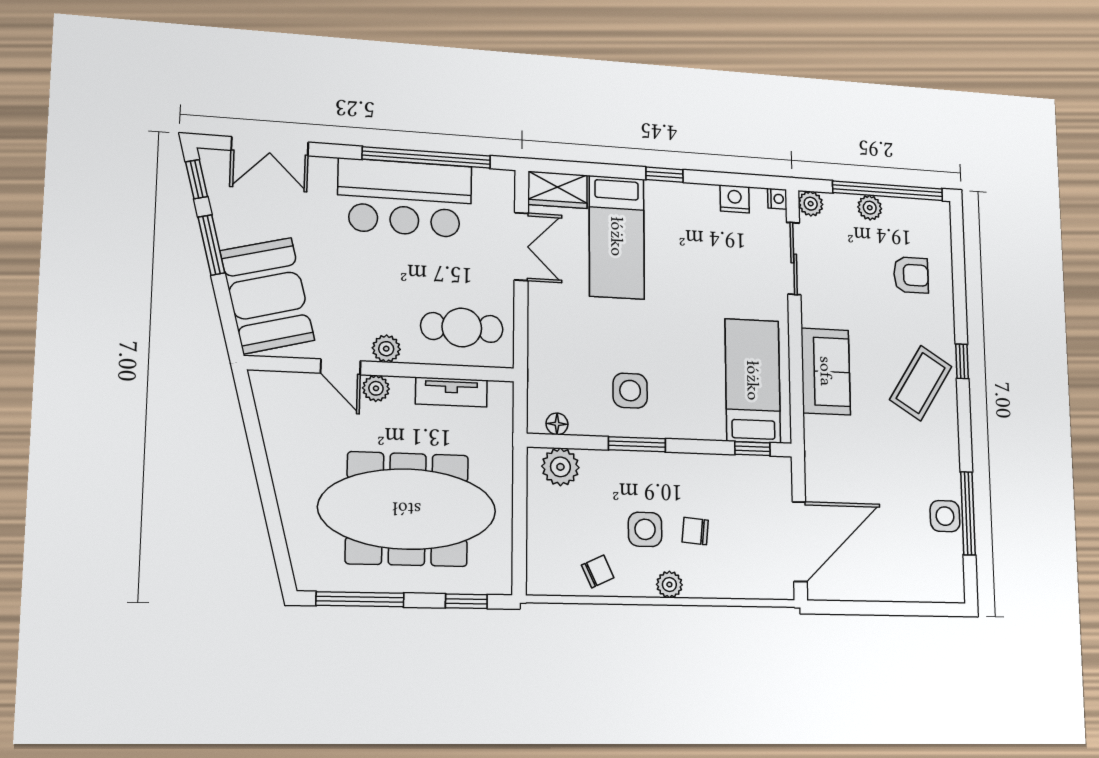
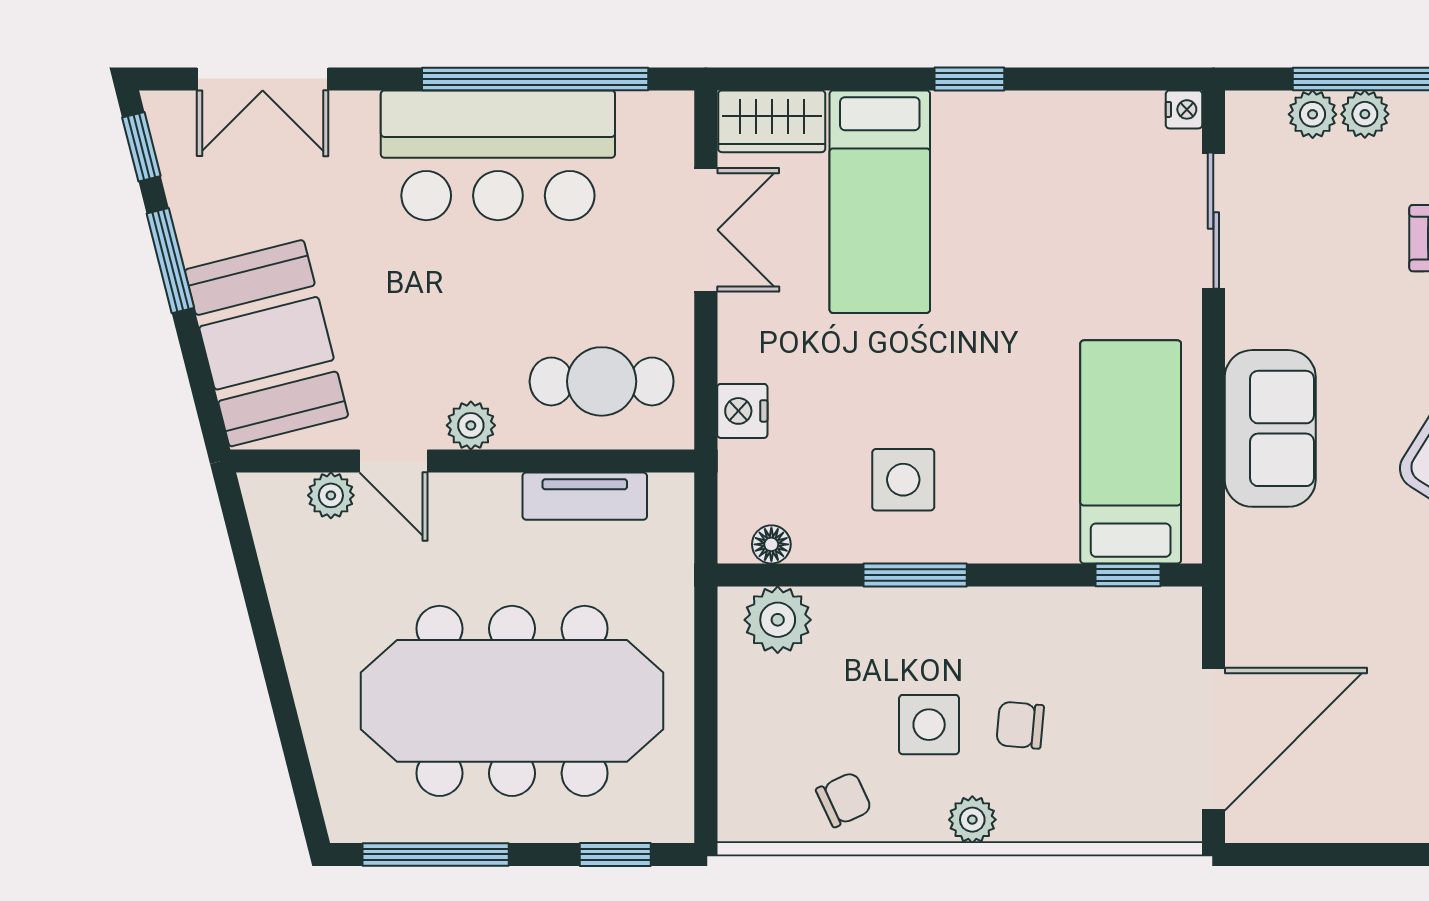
nightstand: (735, 199) -> (742, 411), moved, turned -90
plant: (811, 204) -> (1313, 114), moved
plant: (376, 388) -> (331, 495), moved

